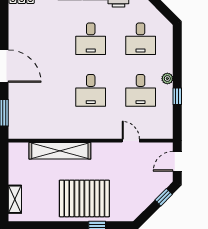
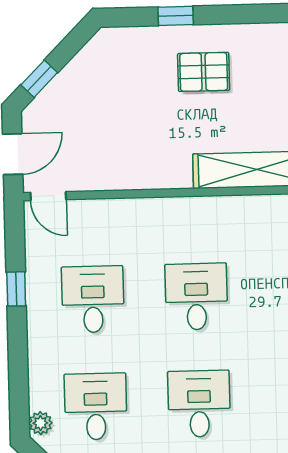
plant: (167, 79) -> (40, 423), moved
door: (131, 141) -> (48, 196), moved
pallet: (84, 198) -> (204, 72), width x0.49, depth x0.50

